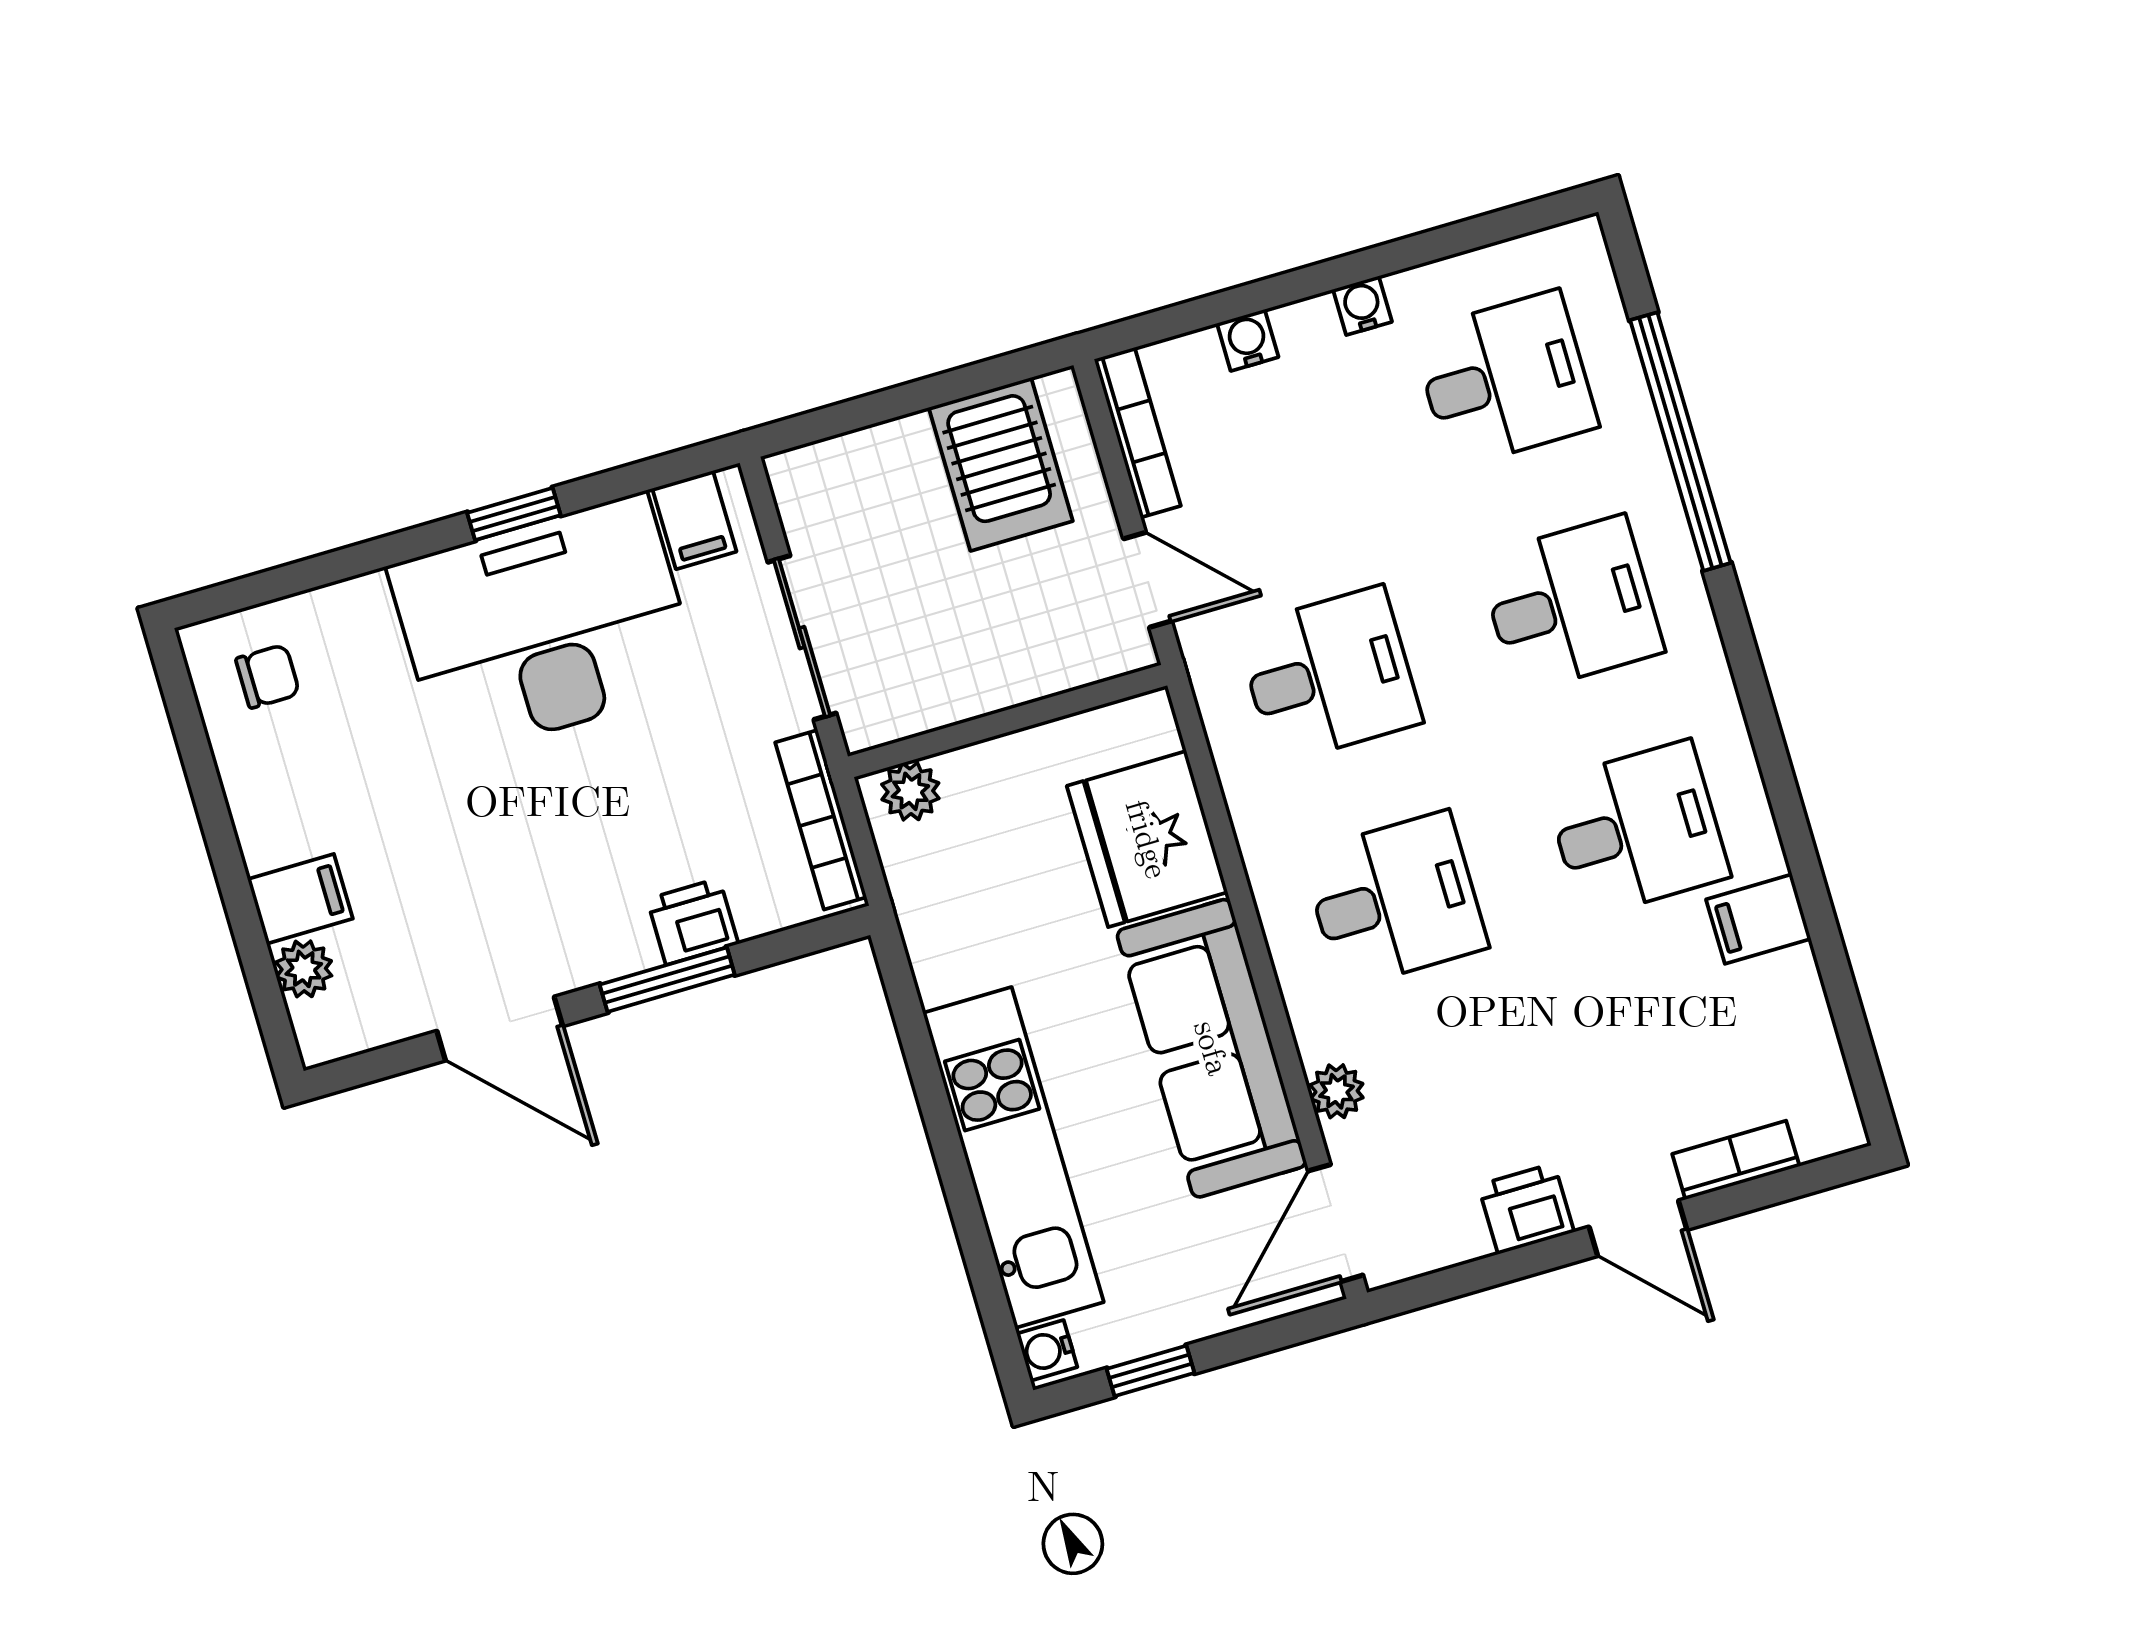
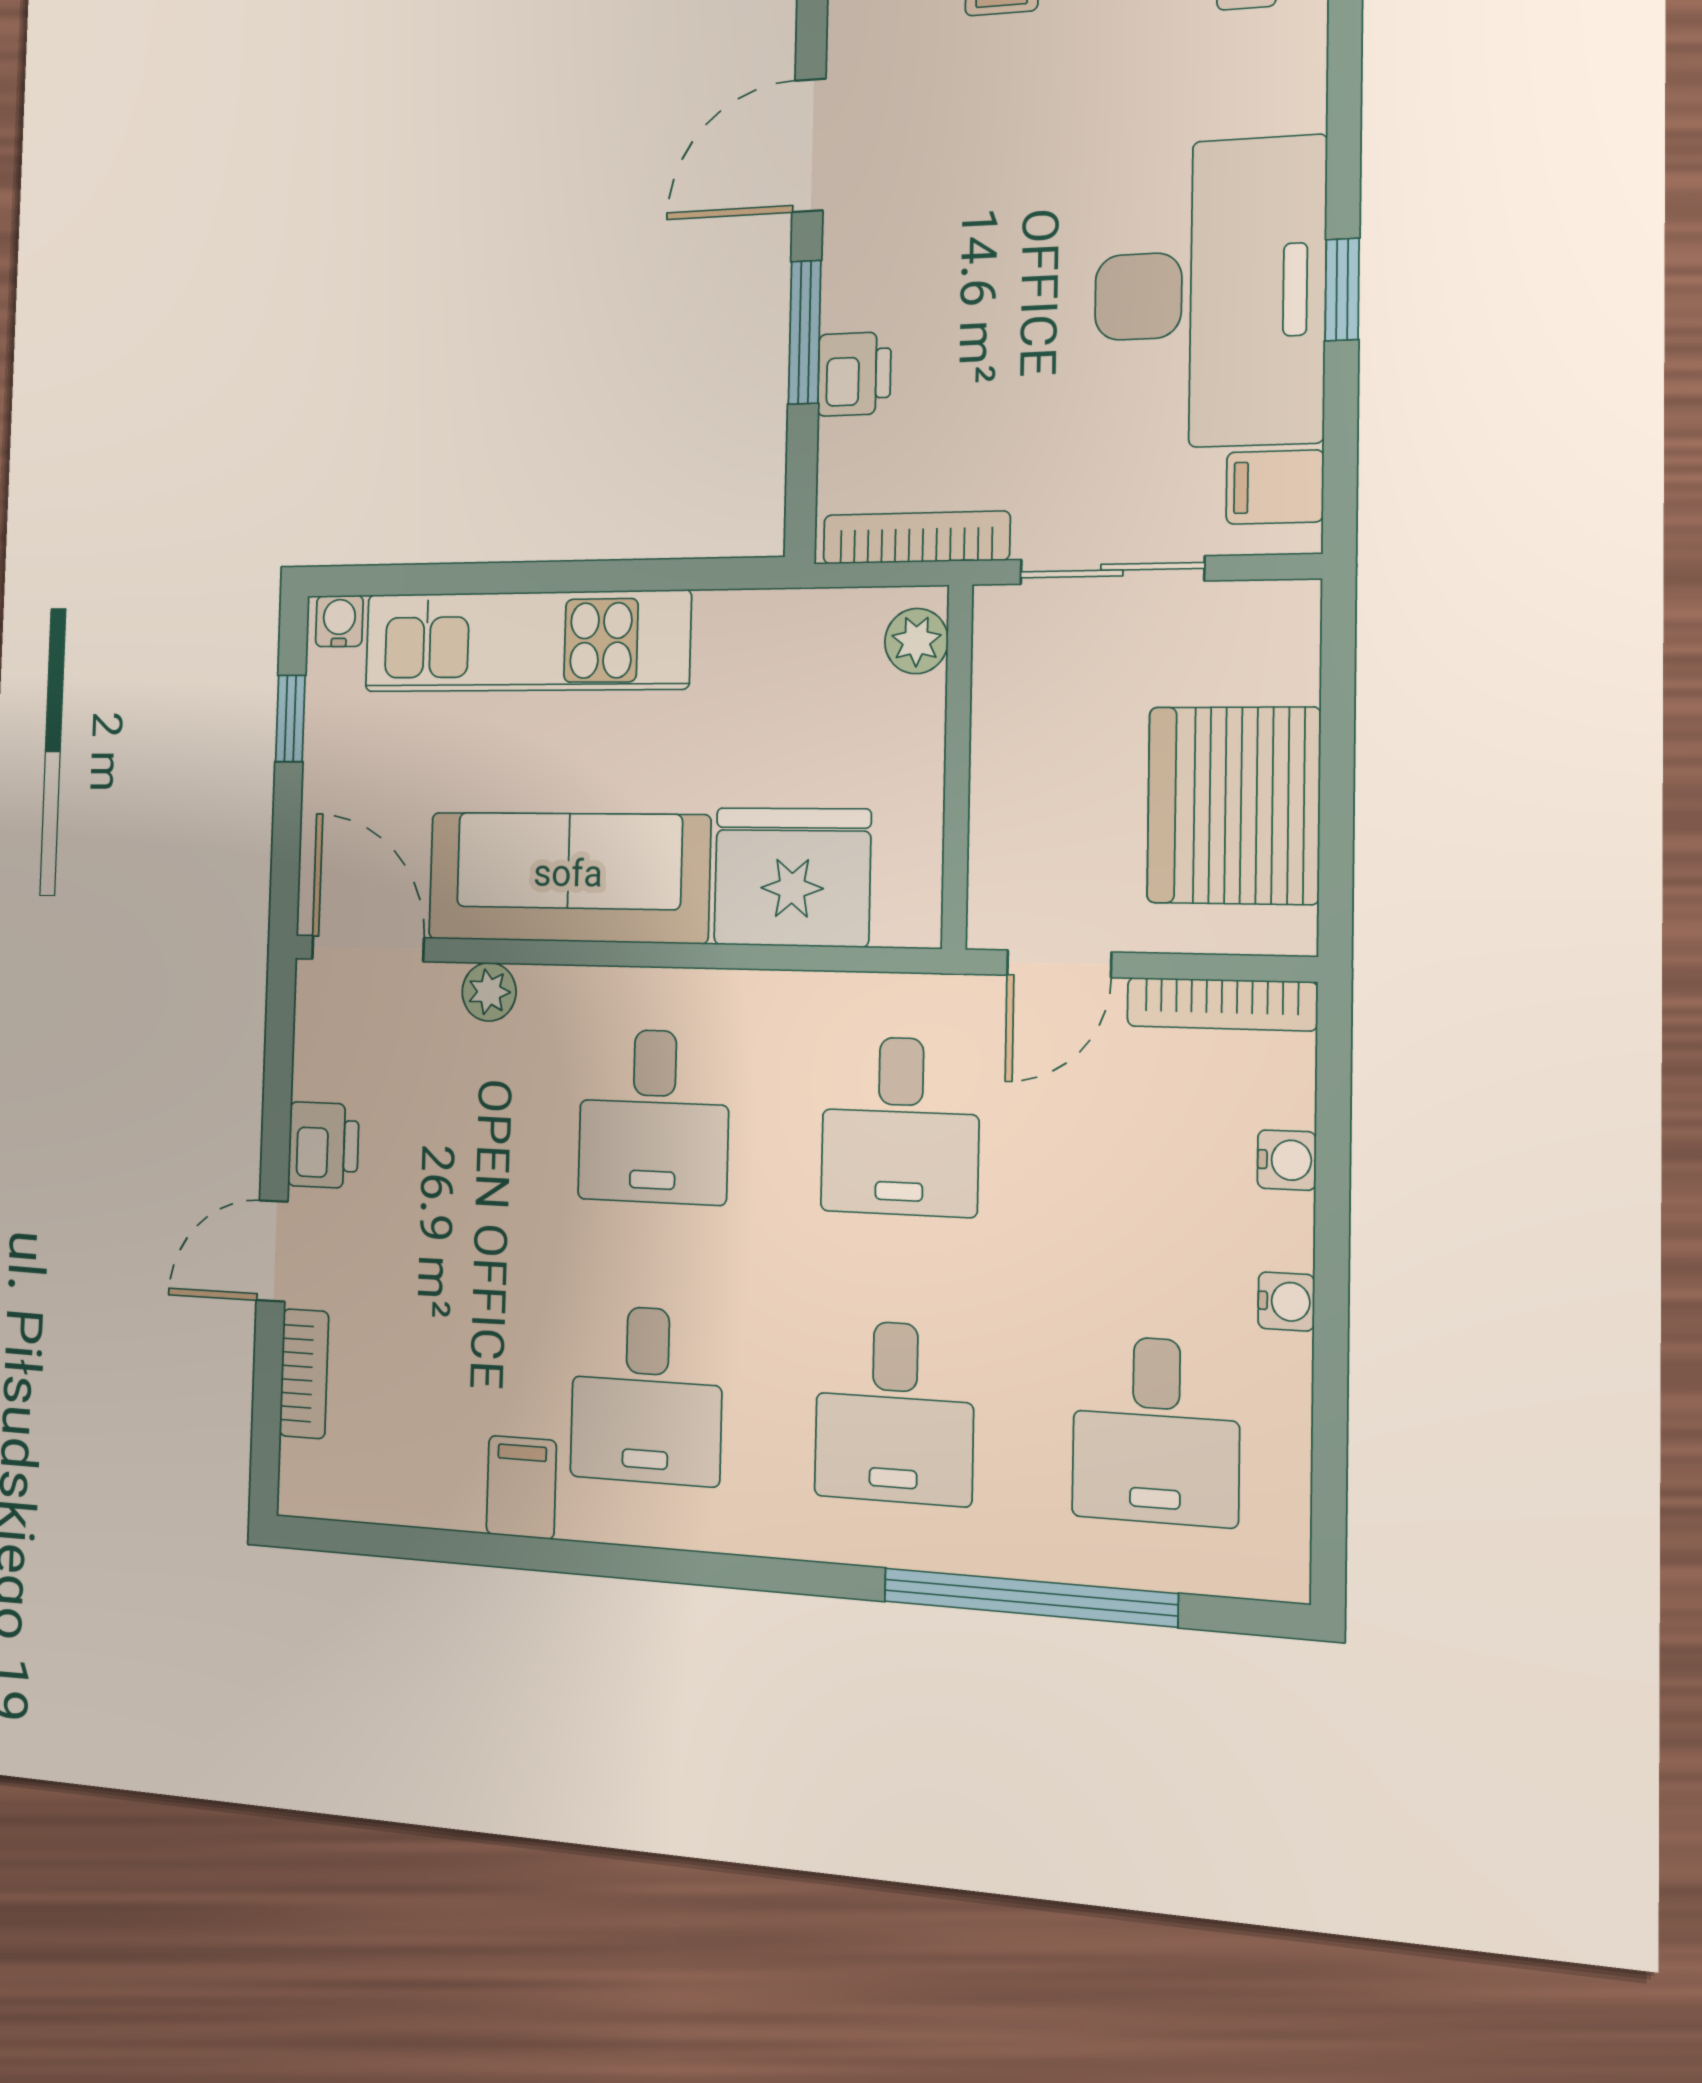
server rack: (1001, 464) -> (1233, 805), width x1.60

